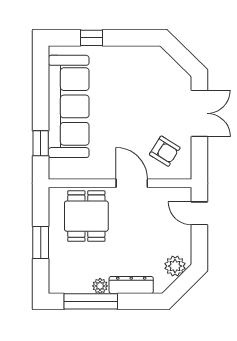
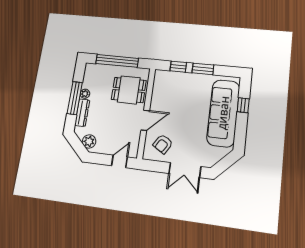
window: (41, 104) -> (203, 69), added
sofa: (69, 106) -> (223, 113), moved, turned 90
window: (41, 242) -> (117, 61), width x2.11
window: (91, 301) -> (75, 98), moved

